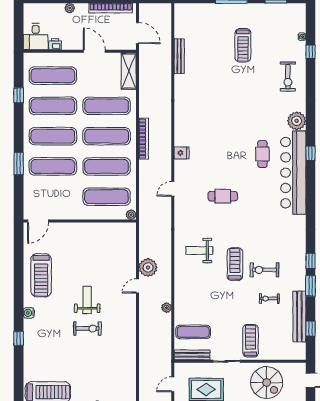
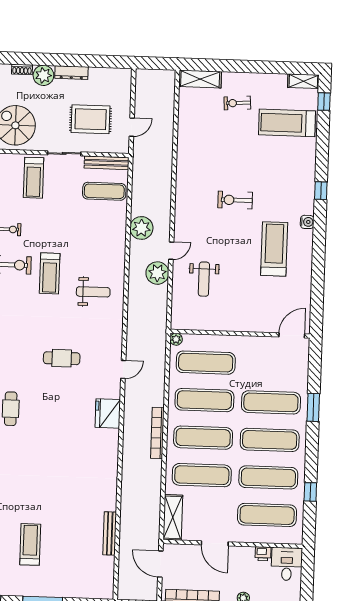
fridge: (182, 153) -> (108, 413), width x1.88, depth x1.34
treadmill: (41, 275) -> (274, 249), moved
weight bench: (87, 300) -> (204, 279), moved
plant: (166, 308) -> (141, 228), width x1.88, depth x1.88

